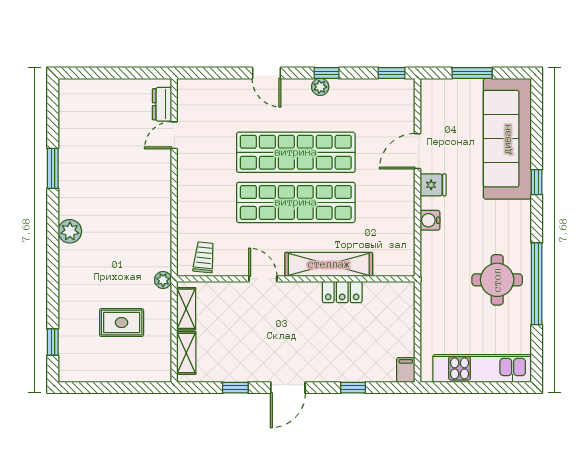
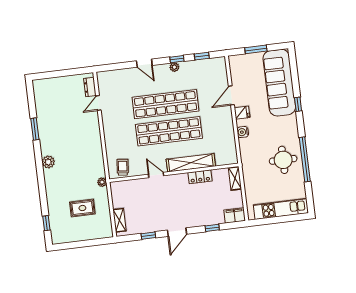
window: (392, 73) -> (202, 56), moved
shelving: (186, 309) -> (235, 178), moved
filing cabinet: (406, 370) -> (235, 215), width x2.00

